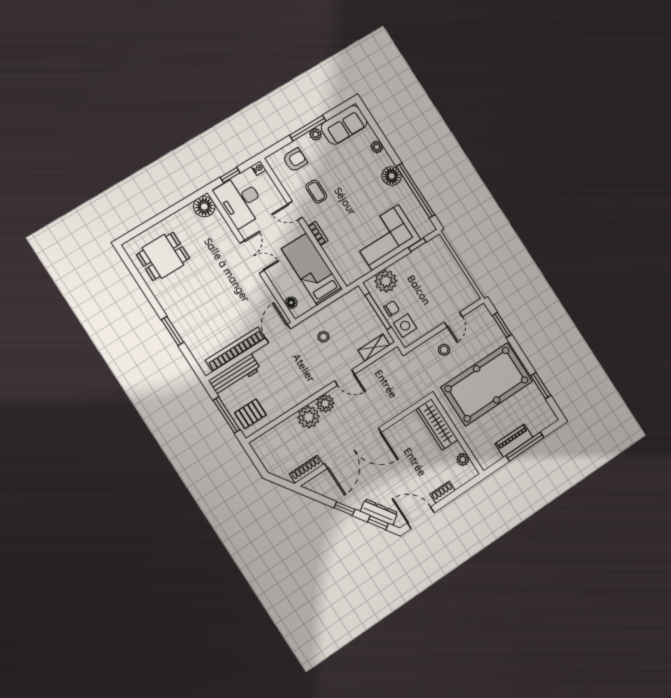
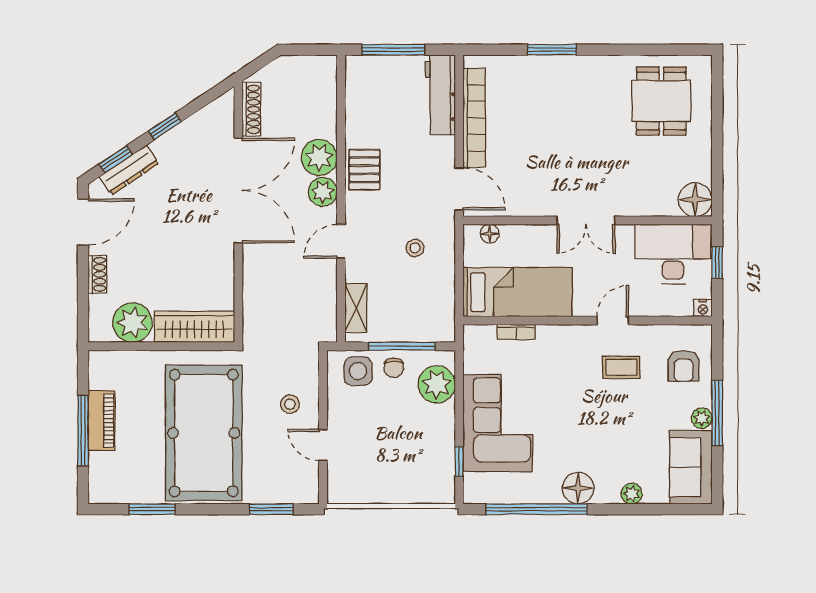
bookcase: (318, 233) -> (516, 332), moved
pallet: (250, 414) -> (364, 170), moved
double door: (353, 448) -> (238, 191), swing flipped
plant: (463, 459) -> (132, 323), width x1.88, depth x1.88

